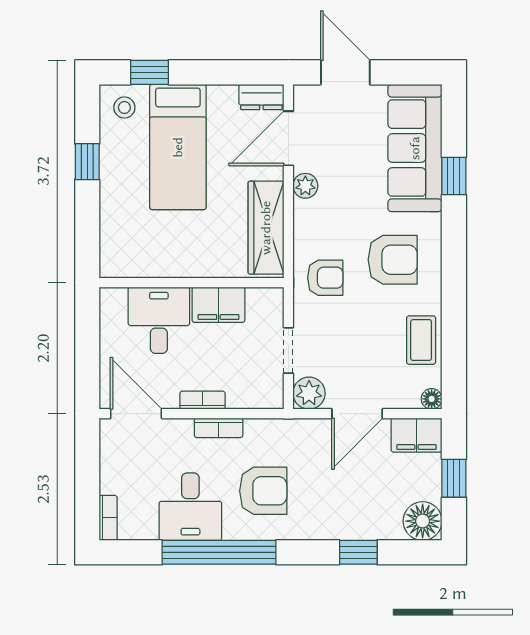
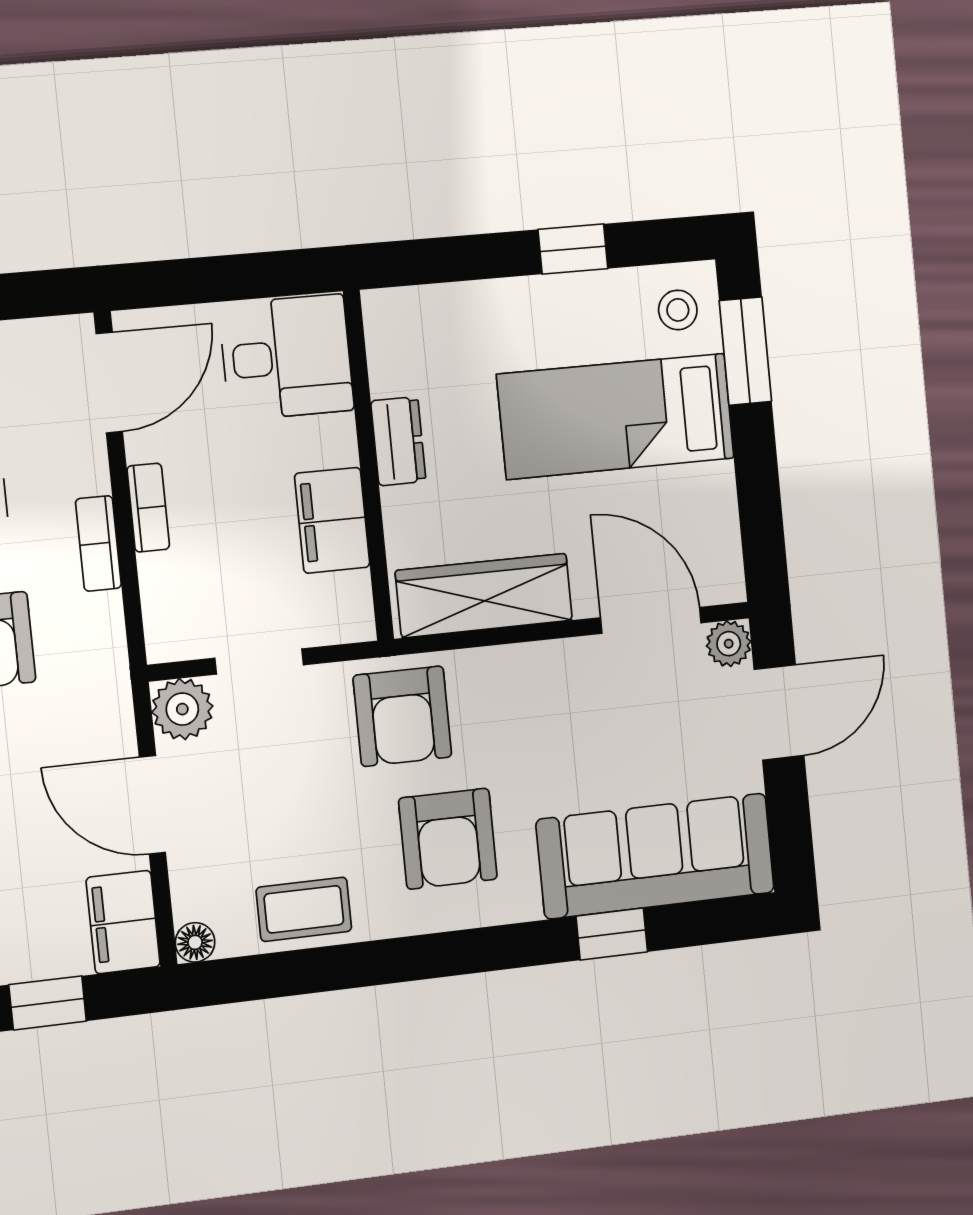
window: (149, 72) -> (745, 351), width x1.50
dresser: (261, 97) -> (398, 441), moved, turned 180
plant: (305, 186) -> (729, 644), moved
armchair: (325, 278) -> (402, 716), width x1.38, depth x1.38
desk: (159, 320) -> (286, 357), moved

